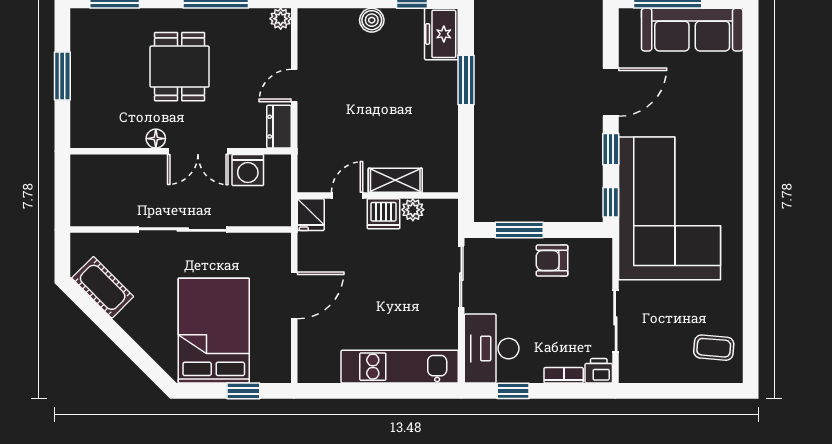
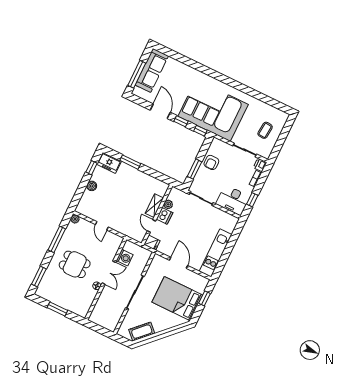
dresser: (279, 127) -> (114, 239), removed
coffee table: (714, 348) -> (265, 130), moved
kitchen unit: (400, 367) -> (216, 253), moved

